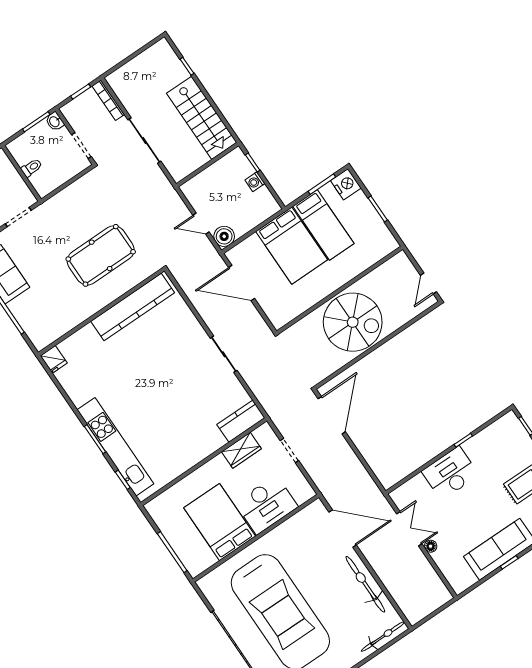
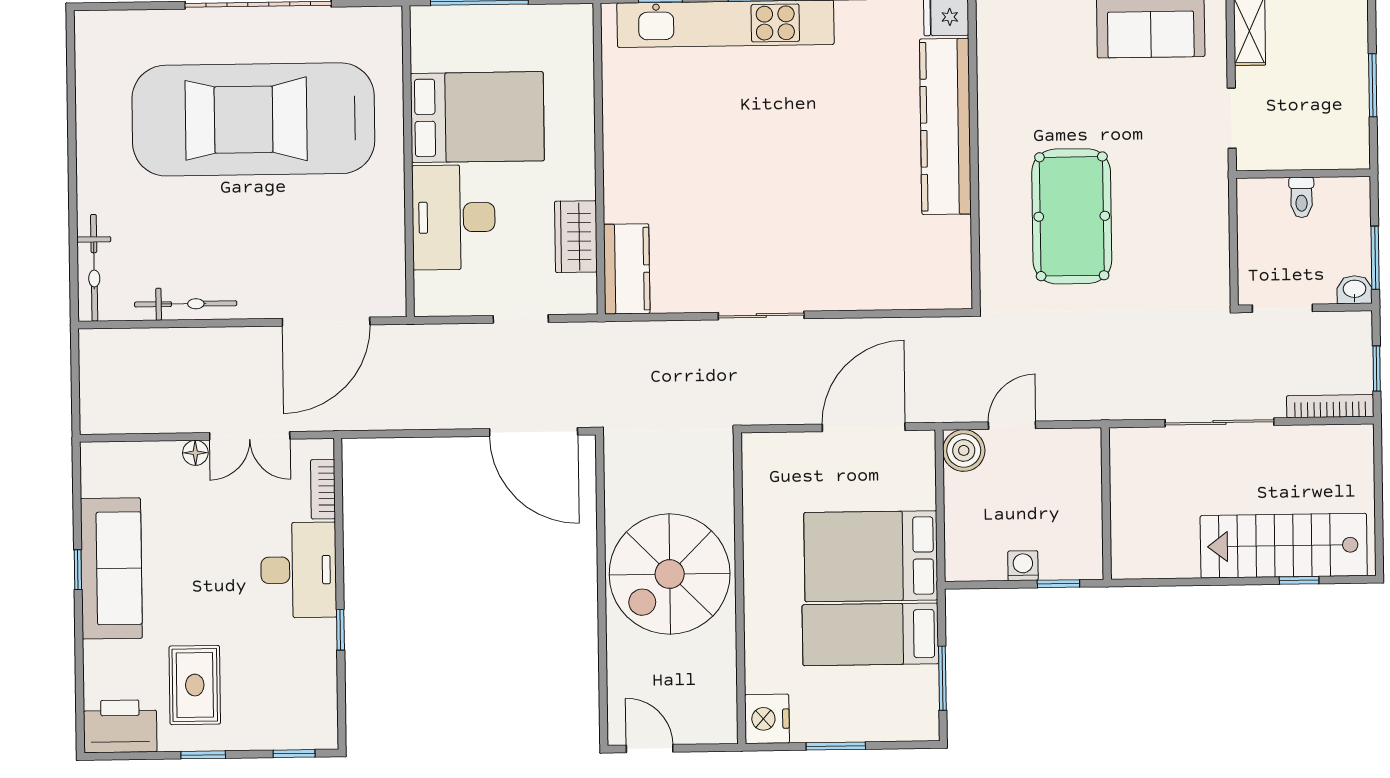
stairs: (202, 118) -> (1284, 546), moved
nightstand: (346, 184) -> (767, 719), moved, turned 90
kitchen counter: (133, 307) -> (945, 126), moved
bookcase: (411, 485) -> (323, 489), added
bicycle: (365, 584) -> (186, 304), width x0.73, depth x0.71

